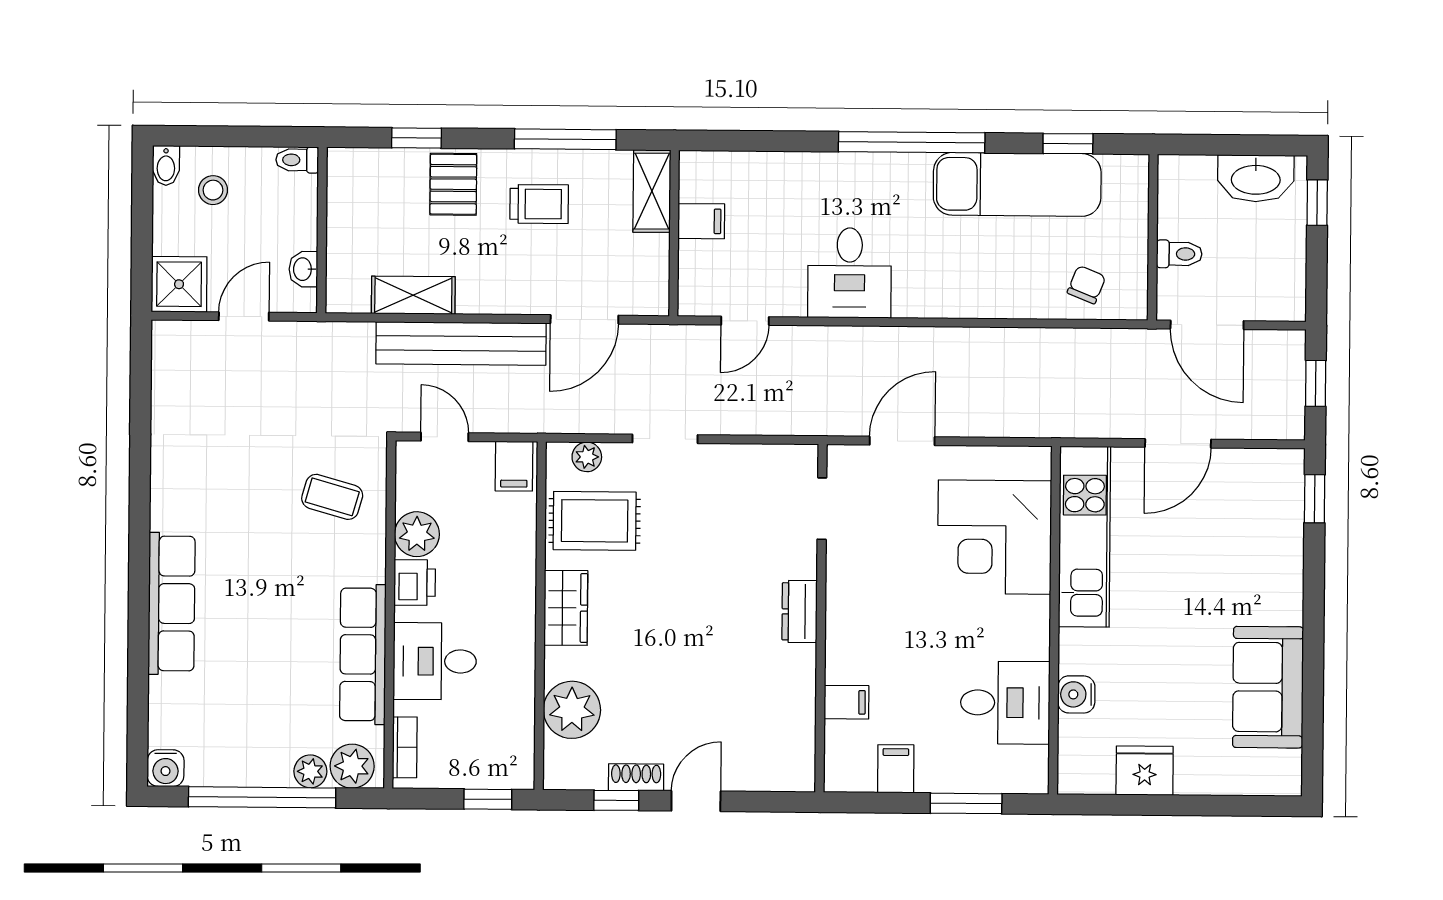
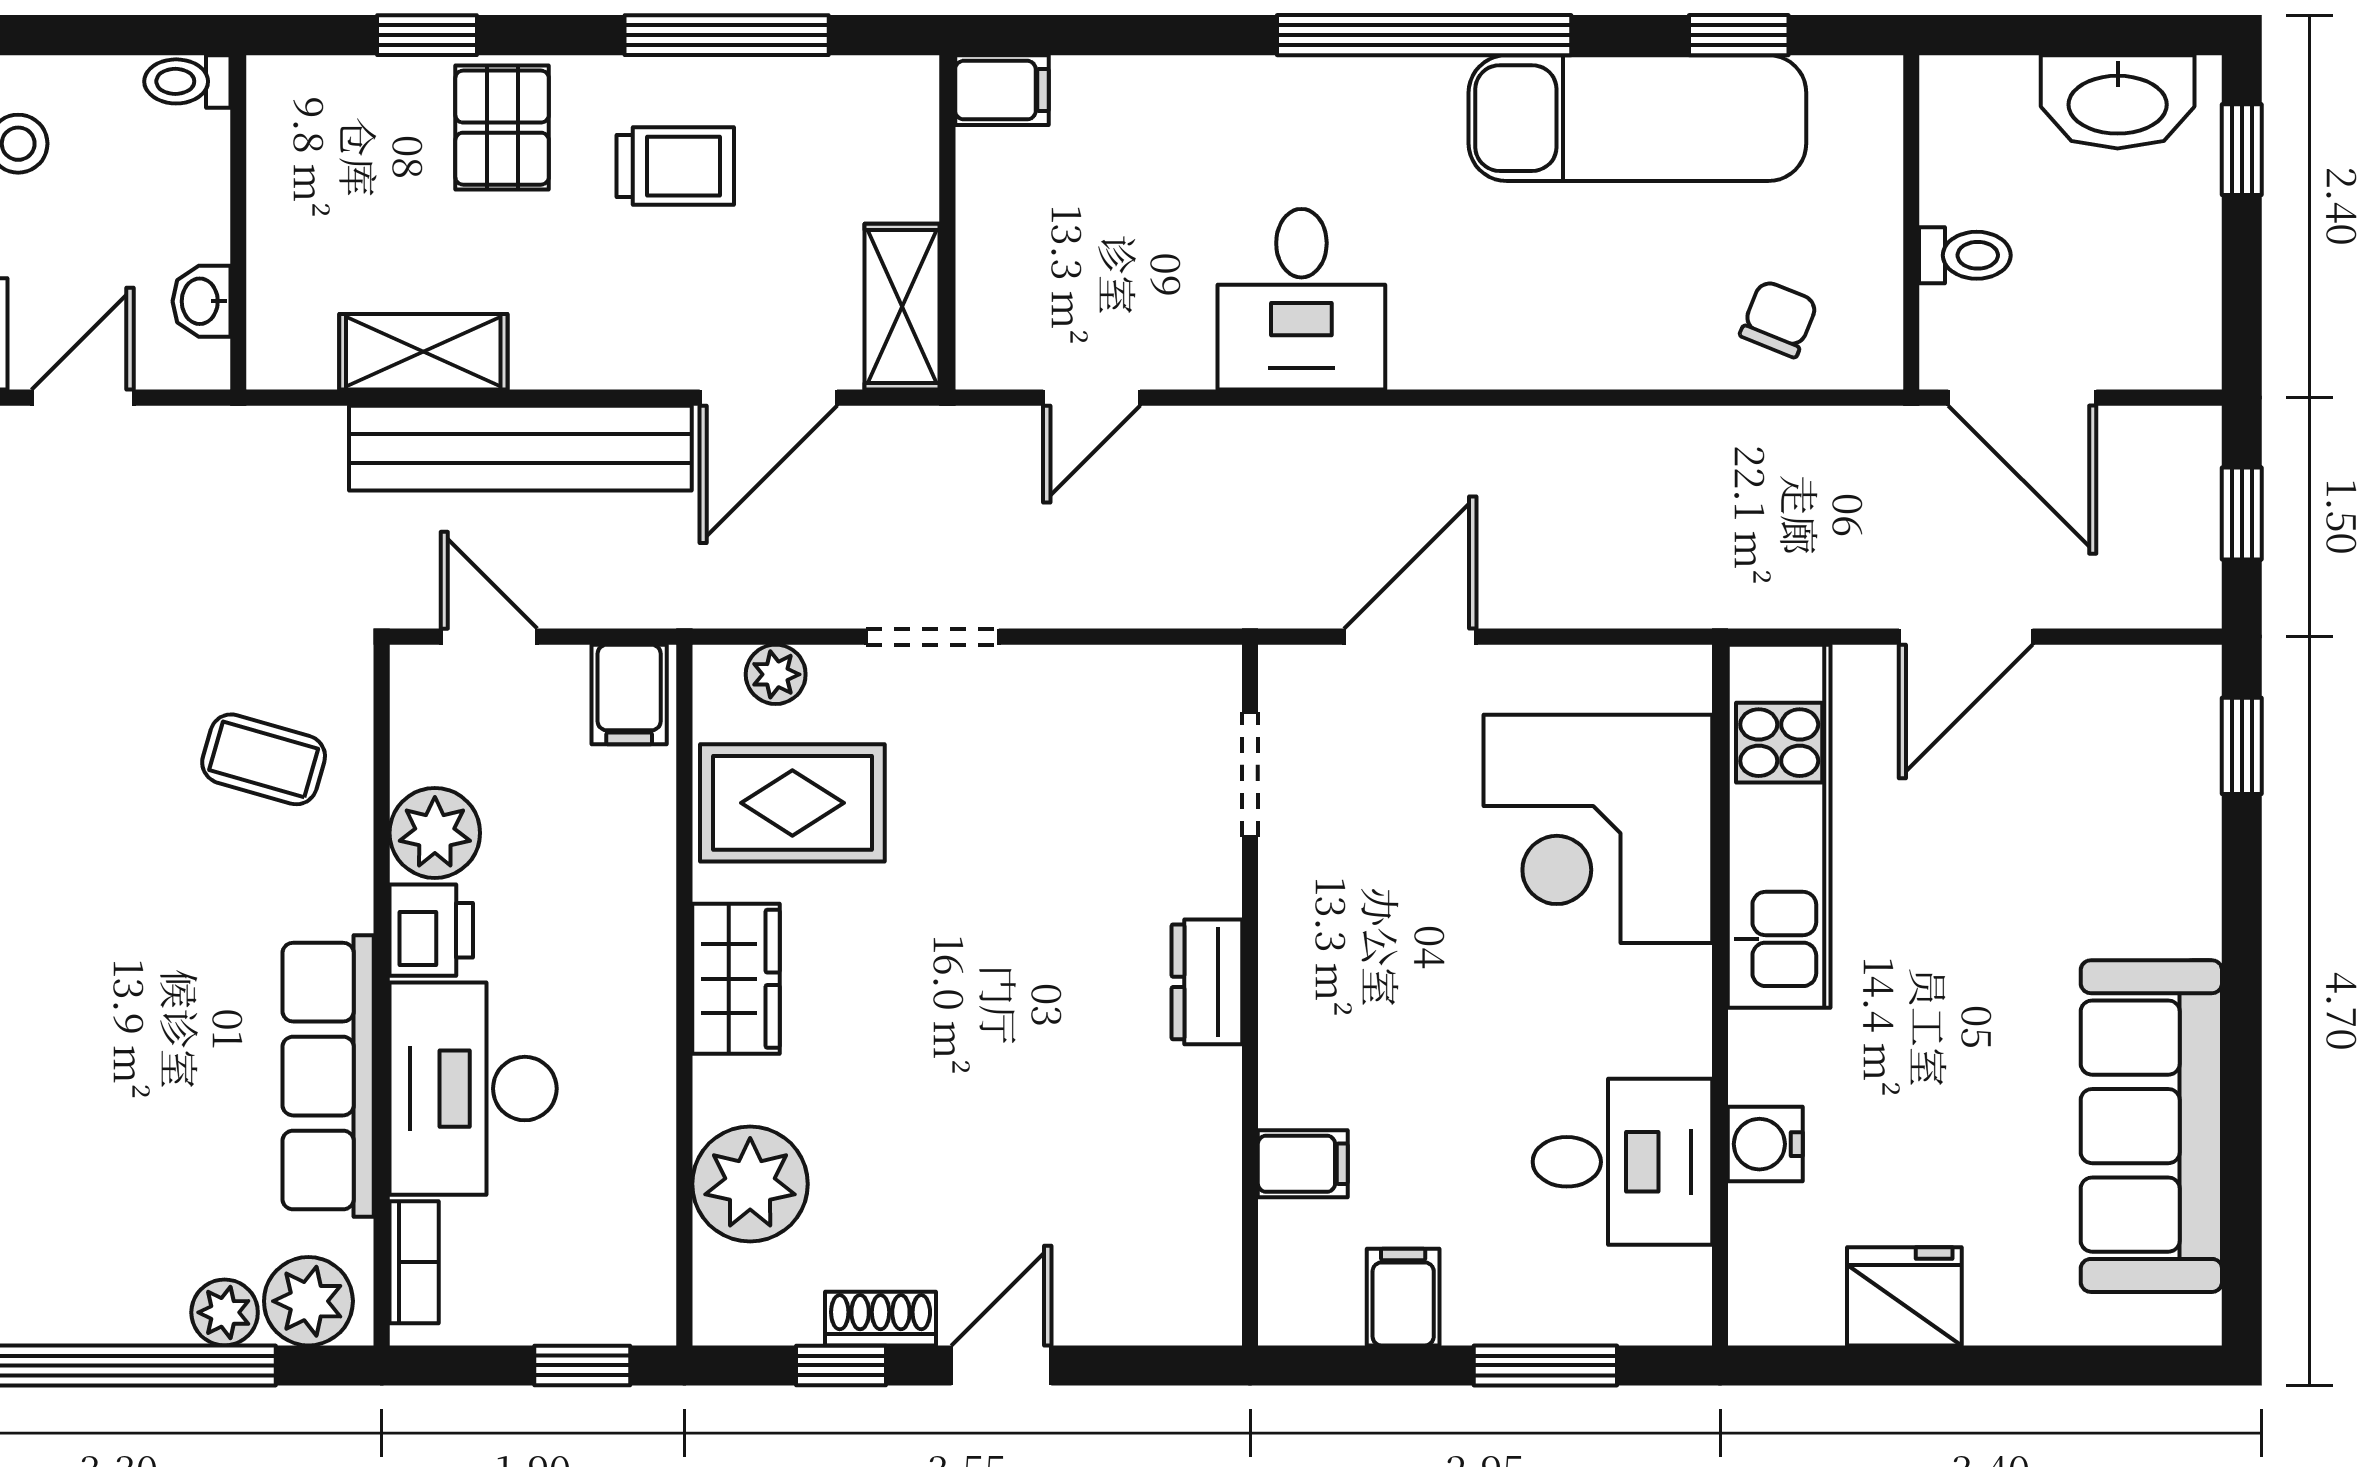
shelving: (652, 191) -> (902, 307), moved
filing cabinet: (701, 221) -> (1002, 90), moved
desk: (435, 661) -> (473, 1089), width x1.37
sofa: (1268, 687) -> (2151, 1126), width x1.36

